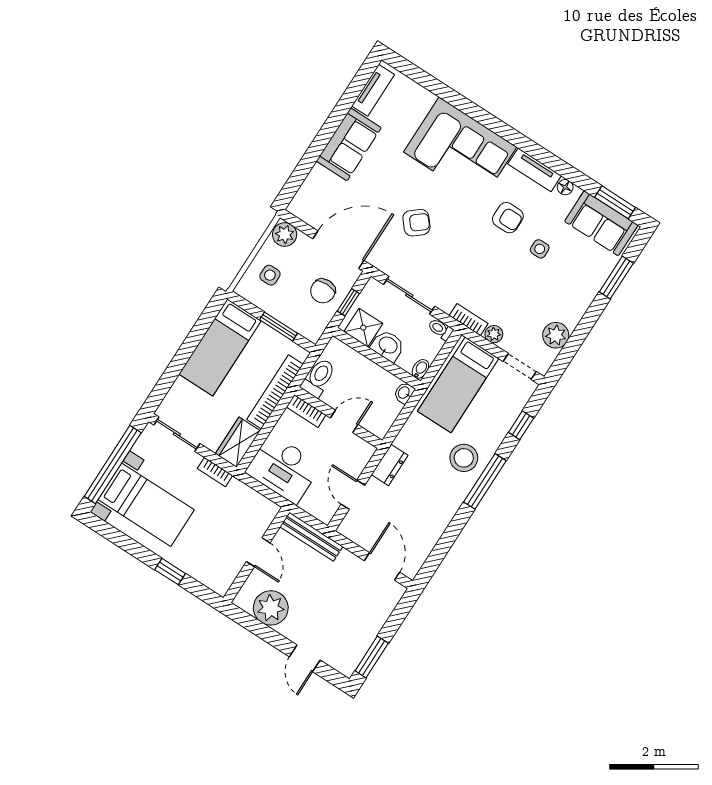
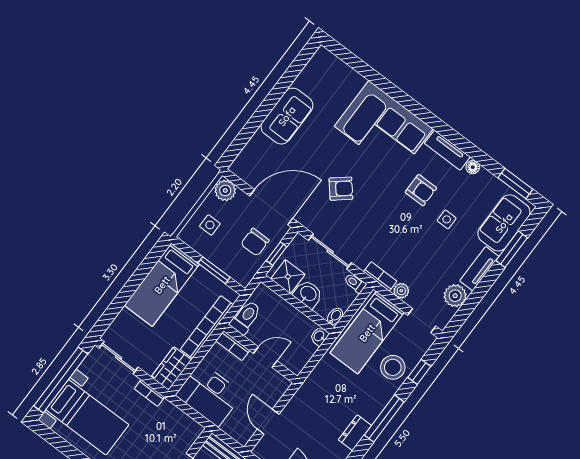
tv unit: (373, 90) -> (479, 269), moved, turned 180
sofa: (601, 223) -> (504, 223), moved, turned 90
stool: (464, 458) -> (393, 367), moved
dresser: (390, 465) -> (355, 433), moved, turned 180

